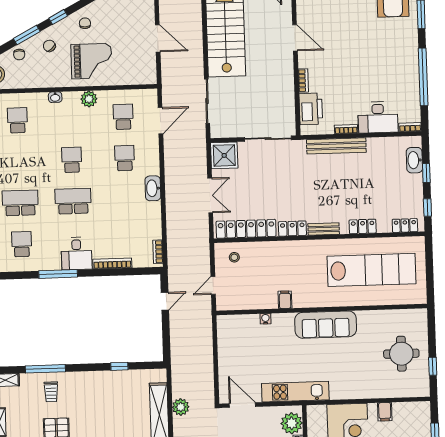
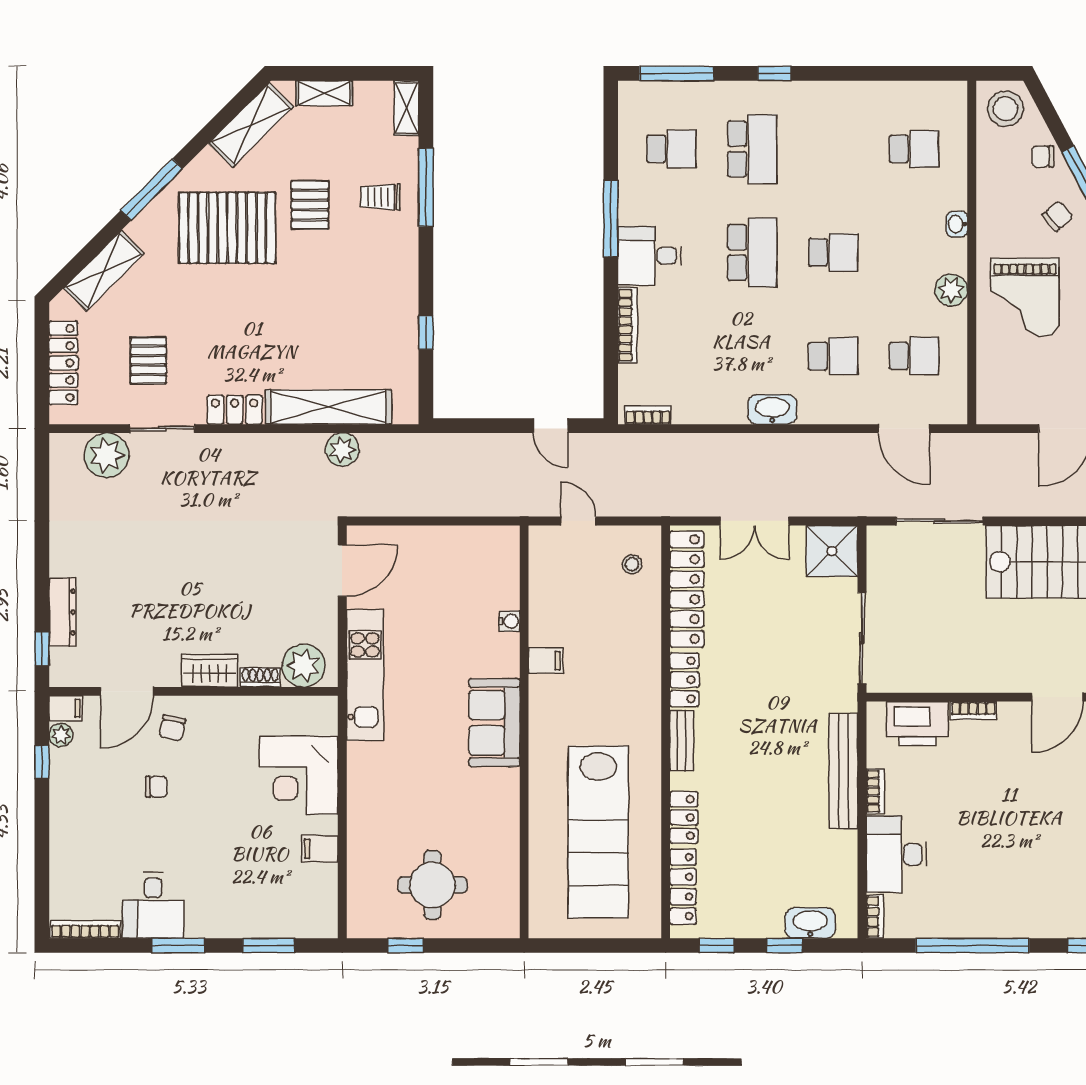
locker: (405, 226) -> (683, 887), width x1.53
sofa: (326, 325) -> (494, 723), width x0.73

